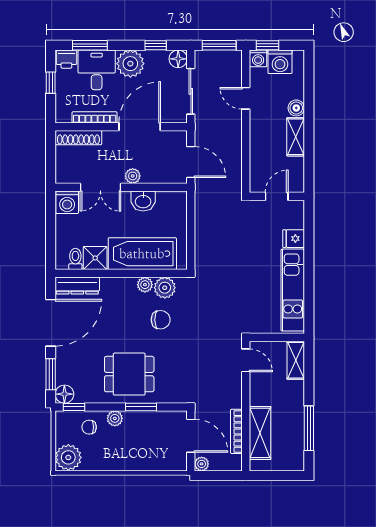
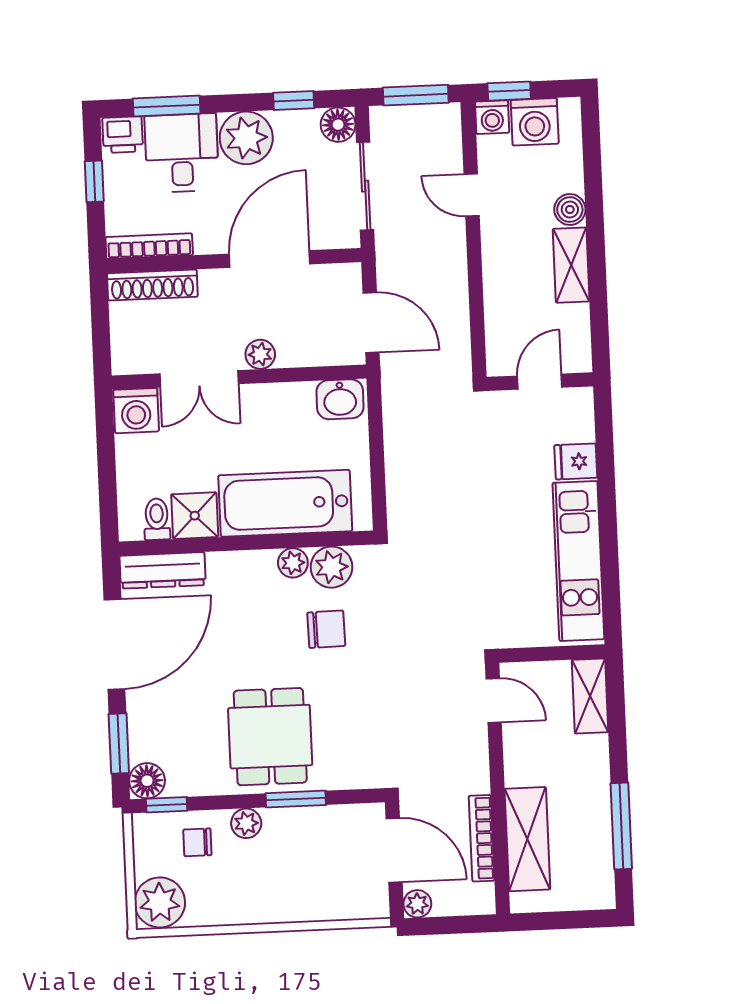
bookcase: (95, 117) -> (149, 246), moved
washbasin: (143, 201) -> (340, 399), moved
dining table: (129, 374) -> (270, 737), turned 90

